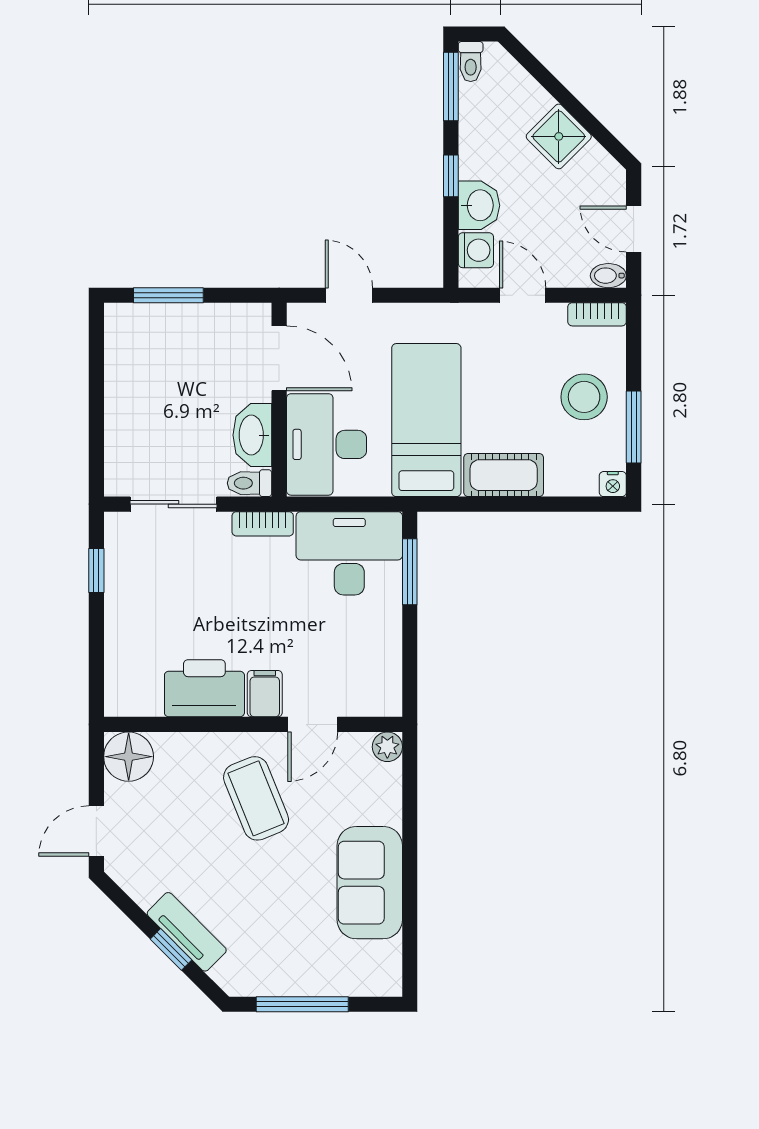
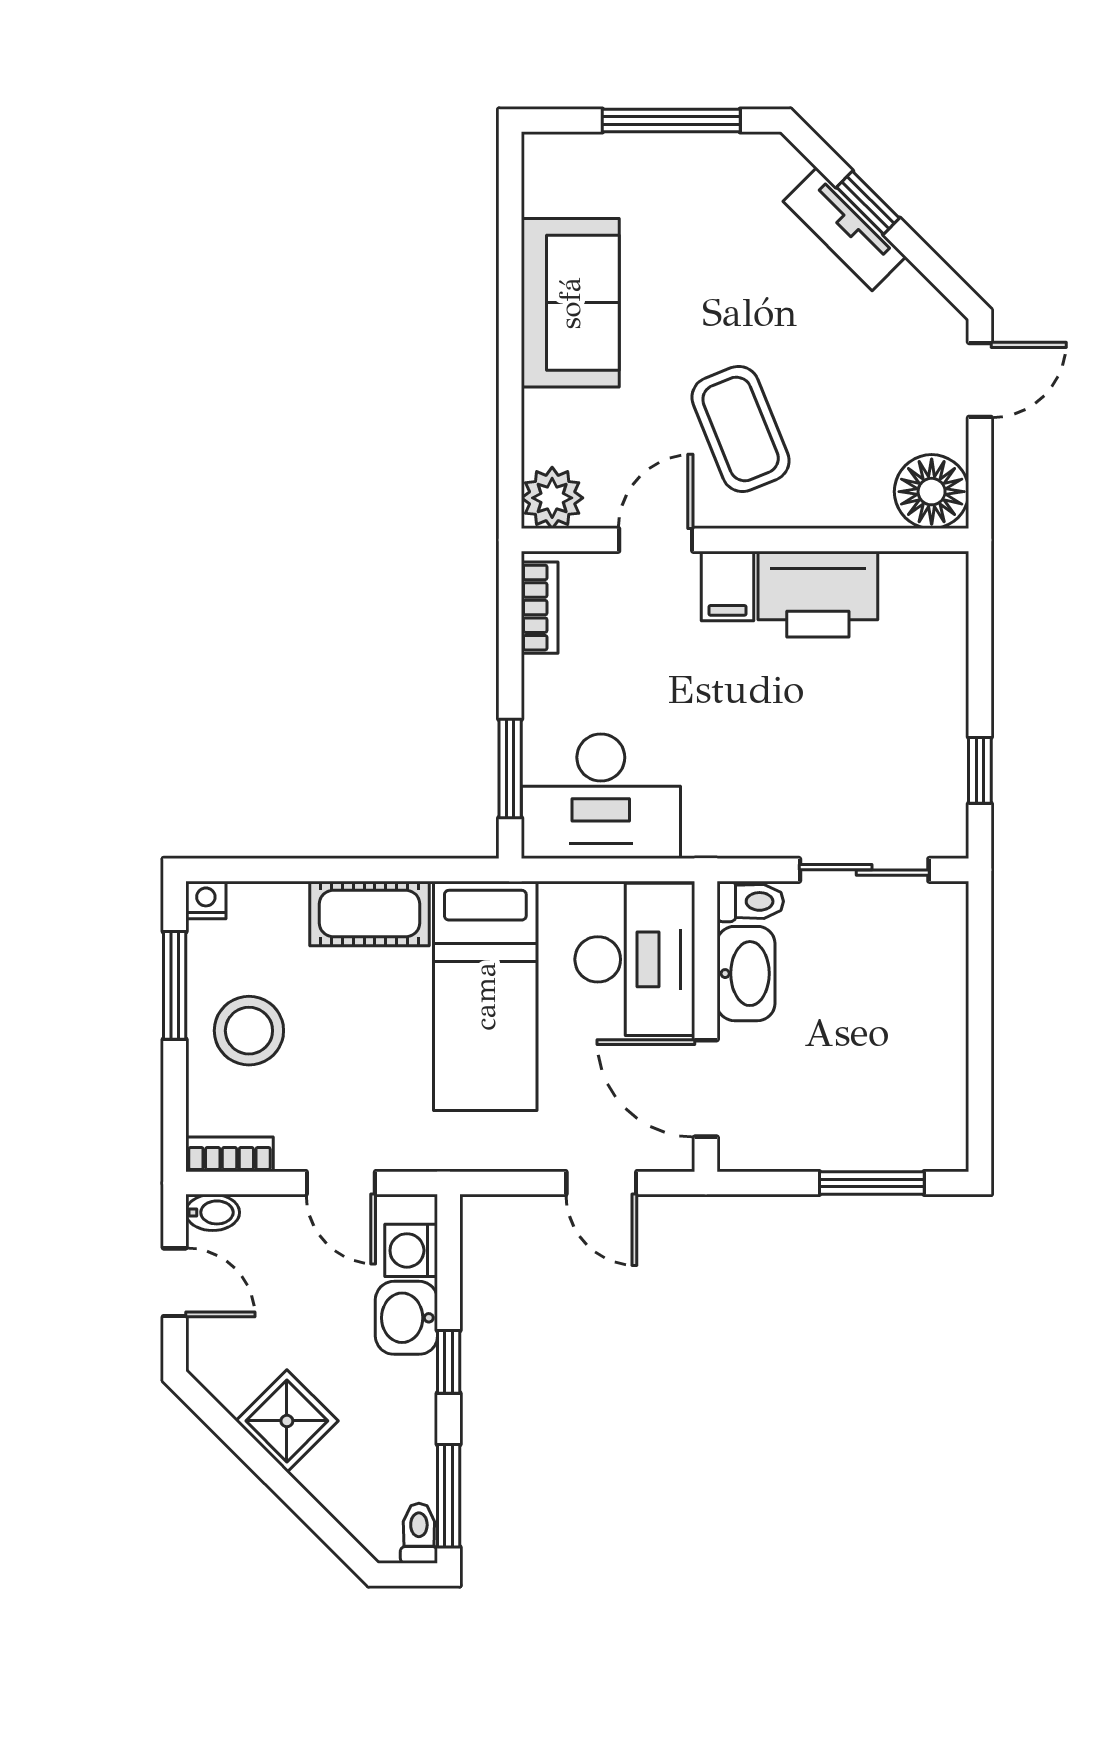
bookcase: (263, 524) -> (540, 608), moved, turned 90
plant: (387, 747) -> (552, 498), width x1.38, depth x1.38

